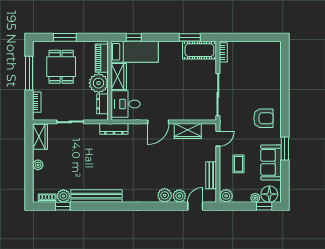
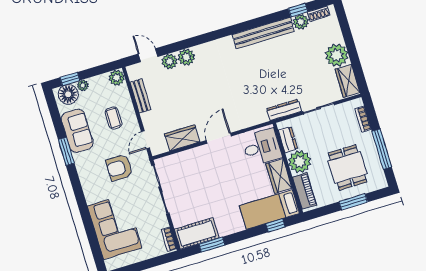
corner sofa: (264, 76) -> (115, 227), added
armchair: (263, 118) -> (119, 168), moved
dresser: (114, 129) -> (284, 110), moved
plant: (38, 165) -> (337, 55), width x1.87, depth x1.87
door: (195, 206) -> (148, 55), swing flipped

